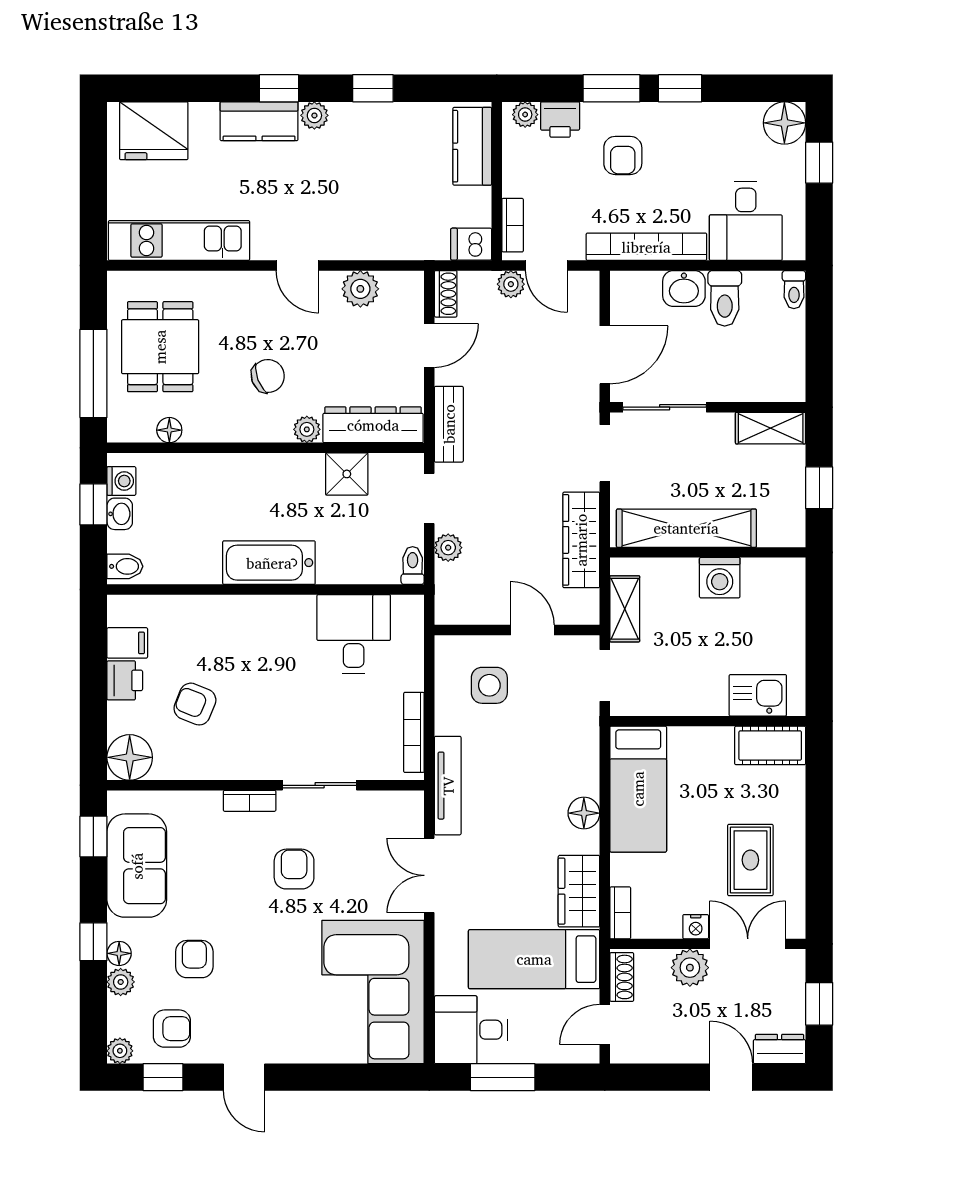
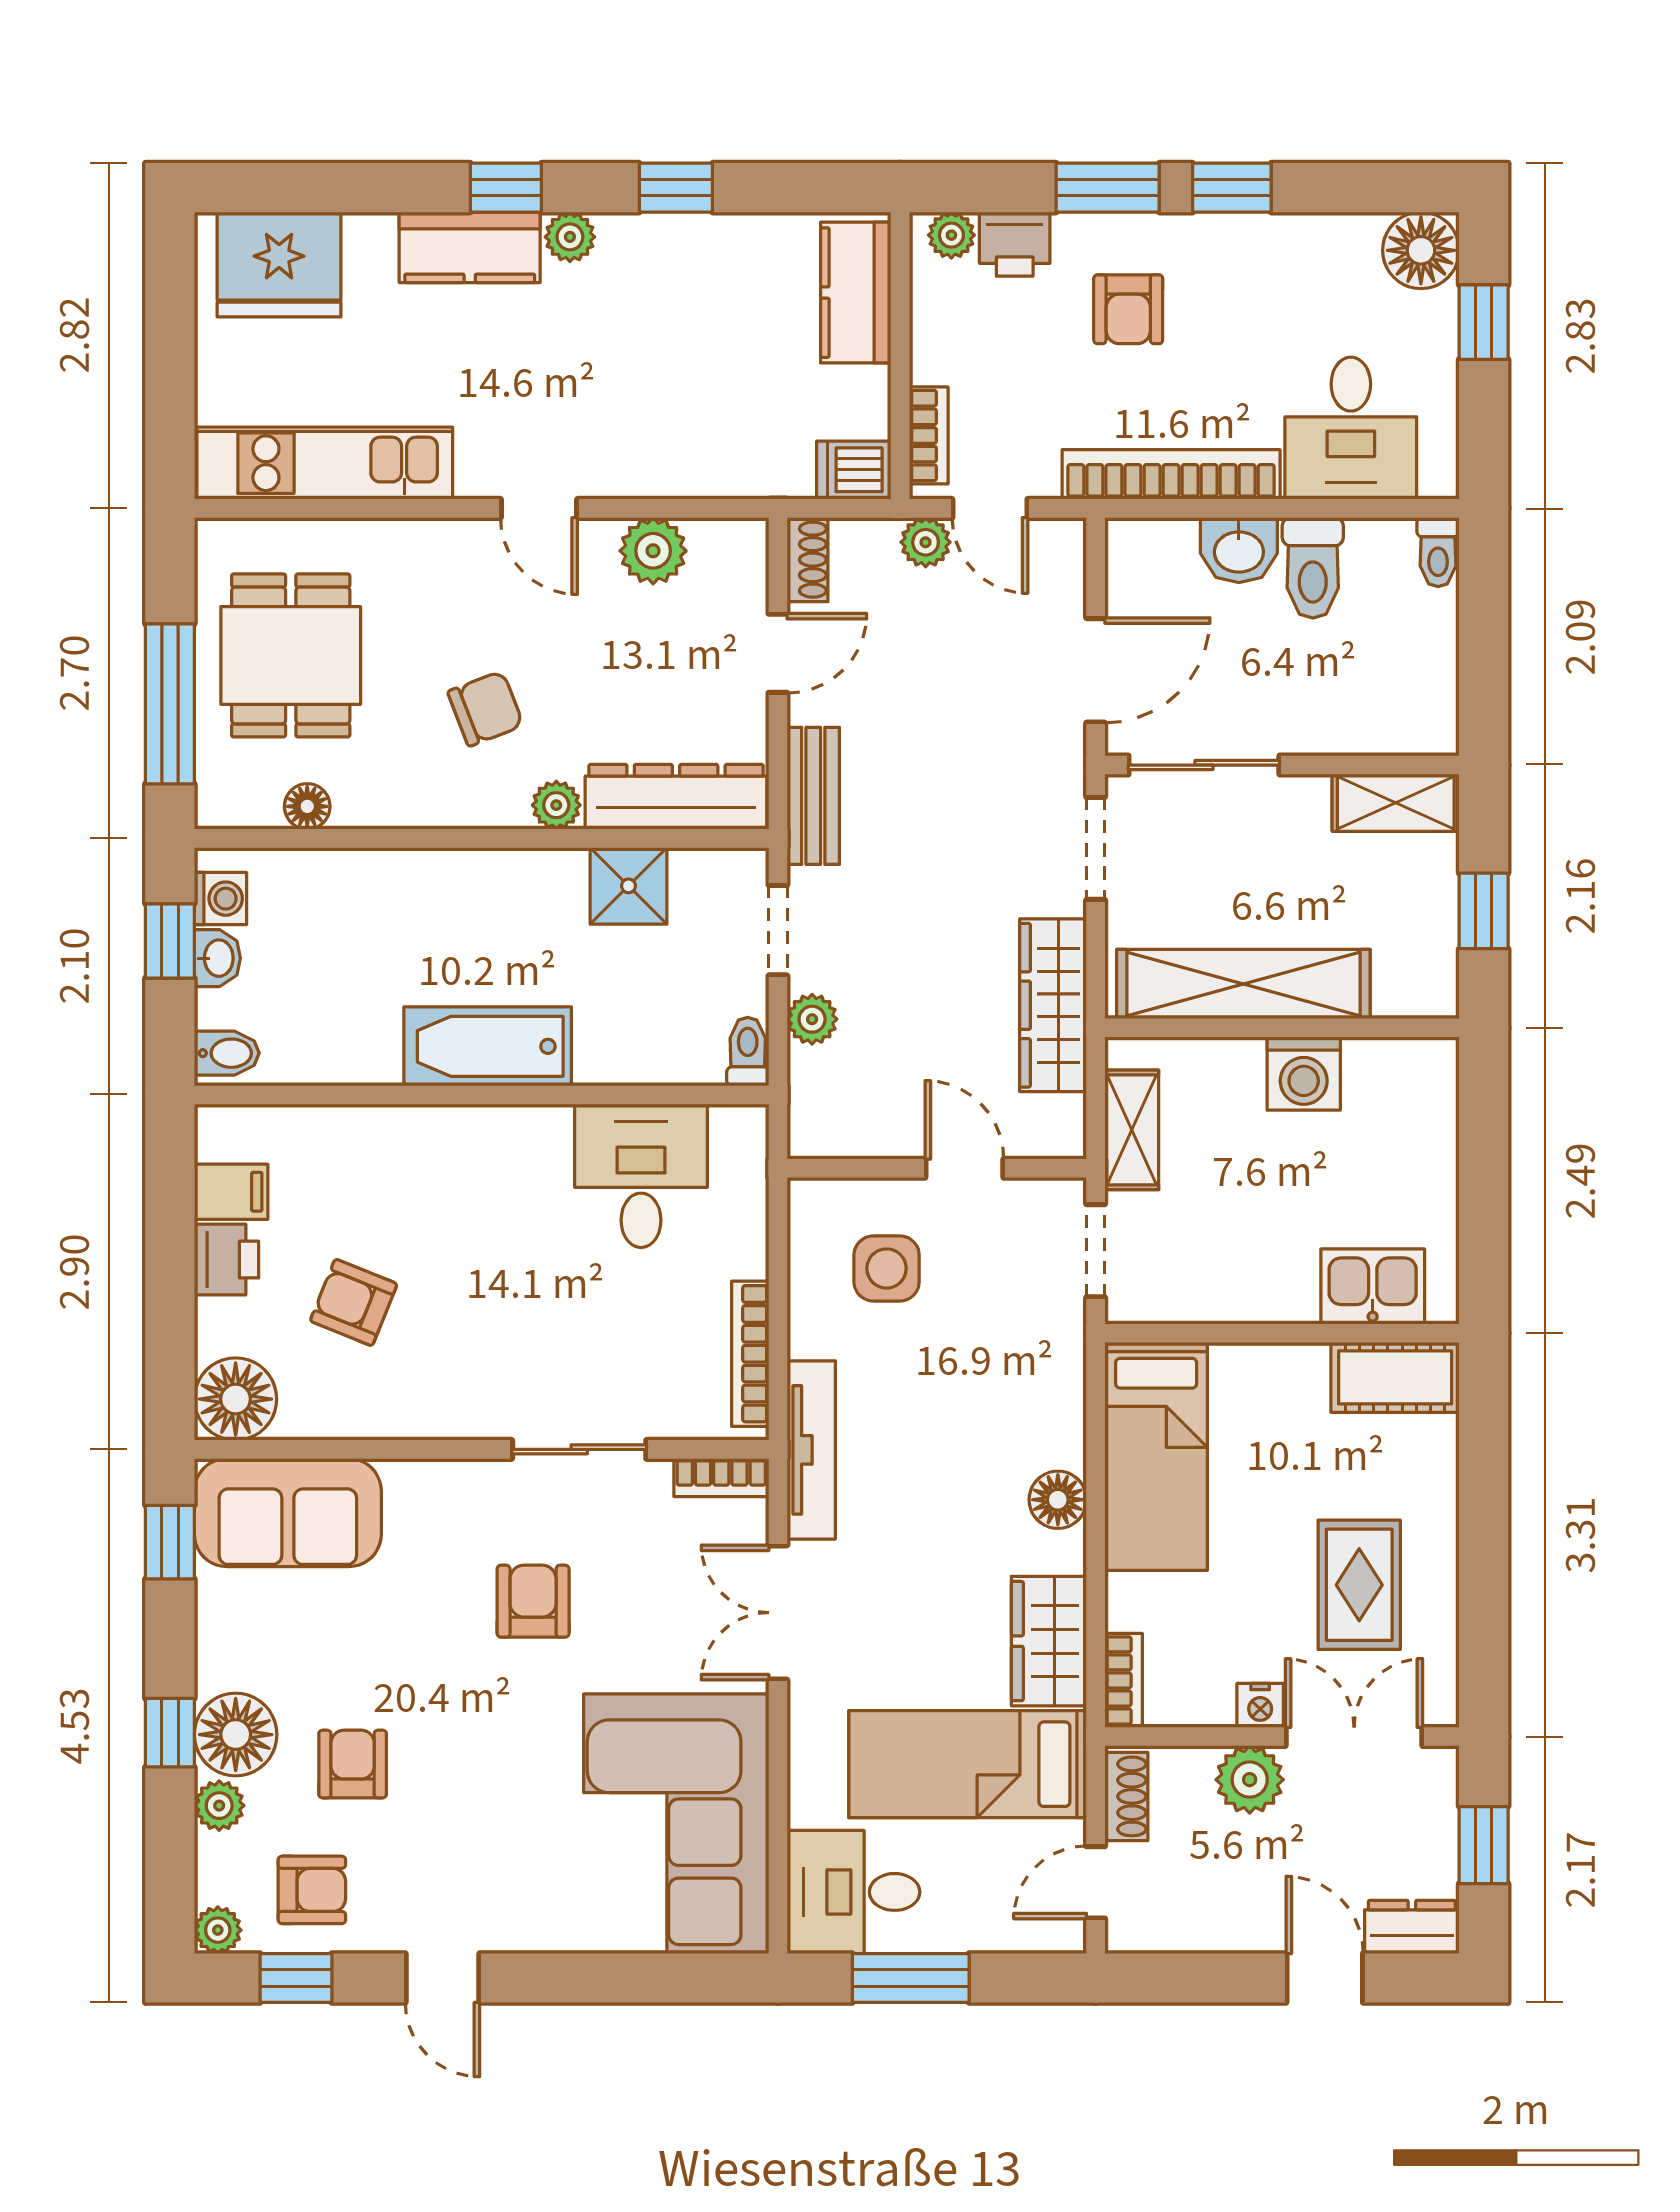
bookcase: (250, 801) -> (721, 1478), moved
sofa: (137, 866) -> (288, 1513), moved, turned 90
floor lamp: (119, 953) -> (236, 1735), width x1.89, depth x1.89

